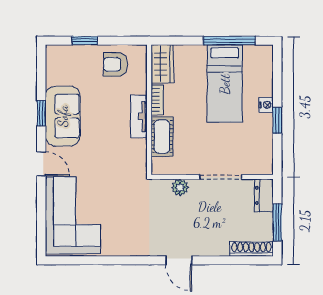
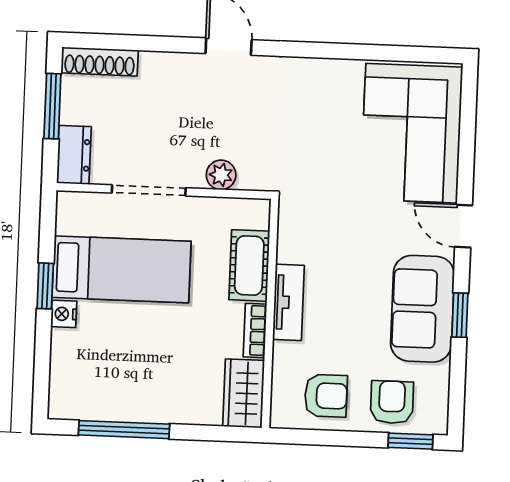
window: (85, 41) -> (410, 441), moved
armchair: (78, 62) -> (392, 402), added
bed: (225, 84) -> (122, 269), moved, turned 90

